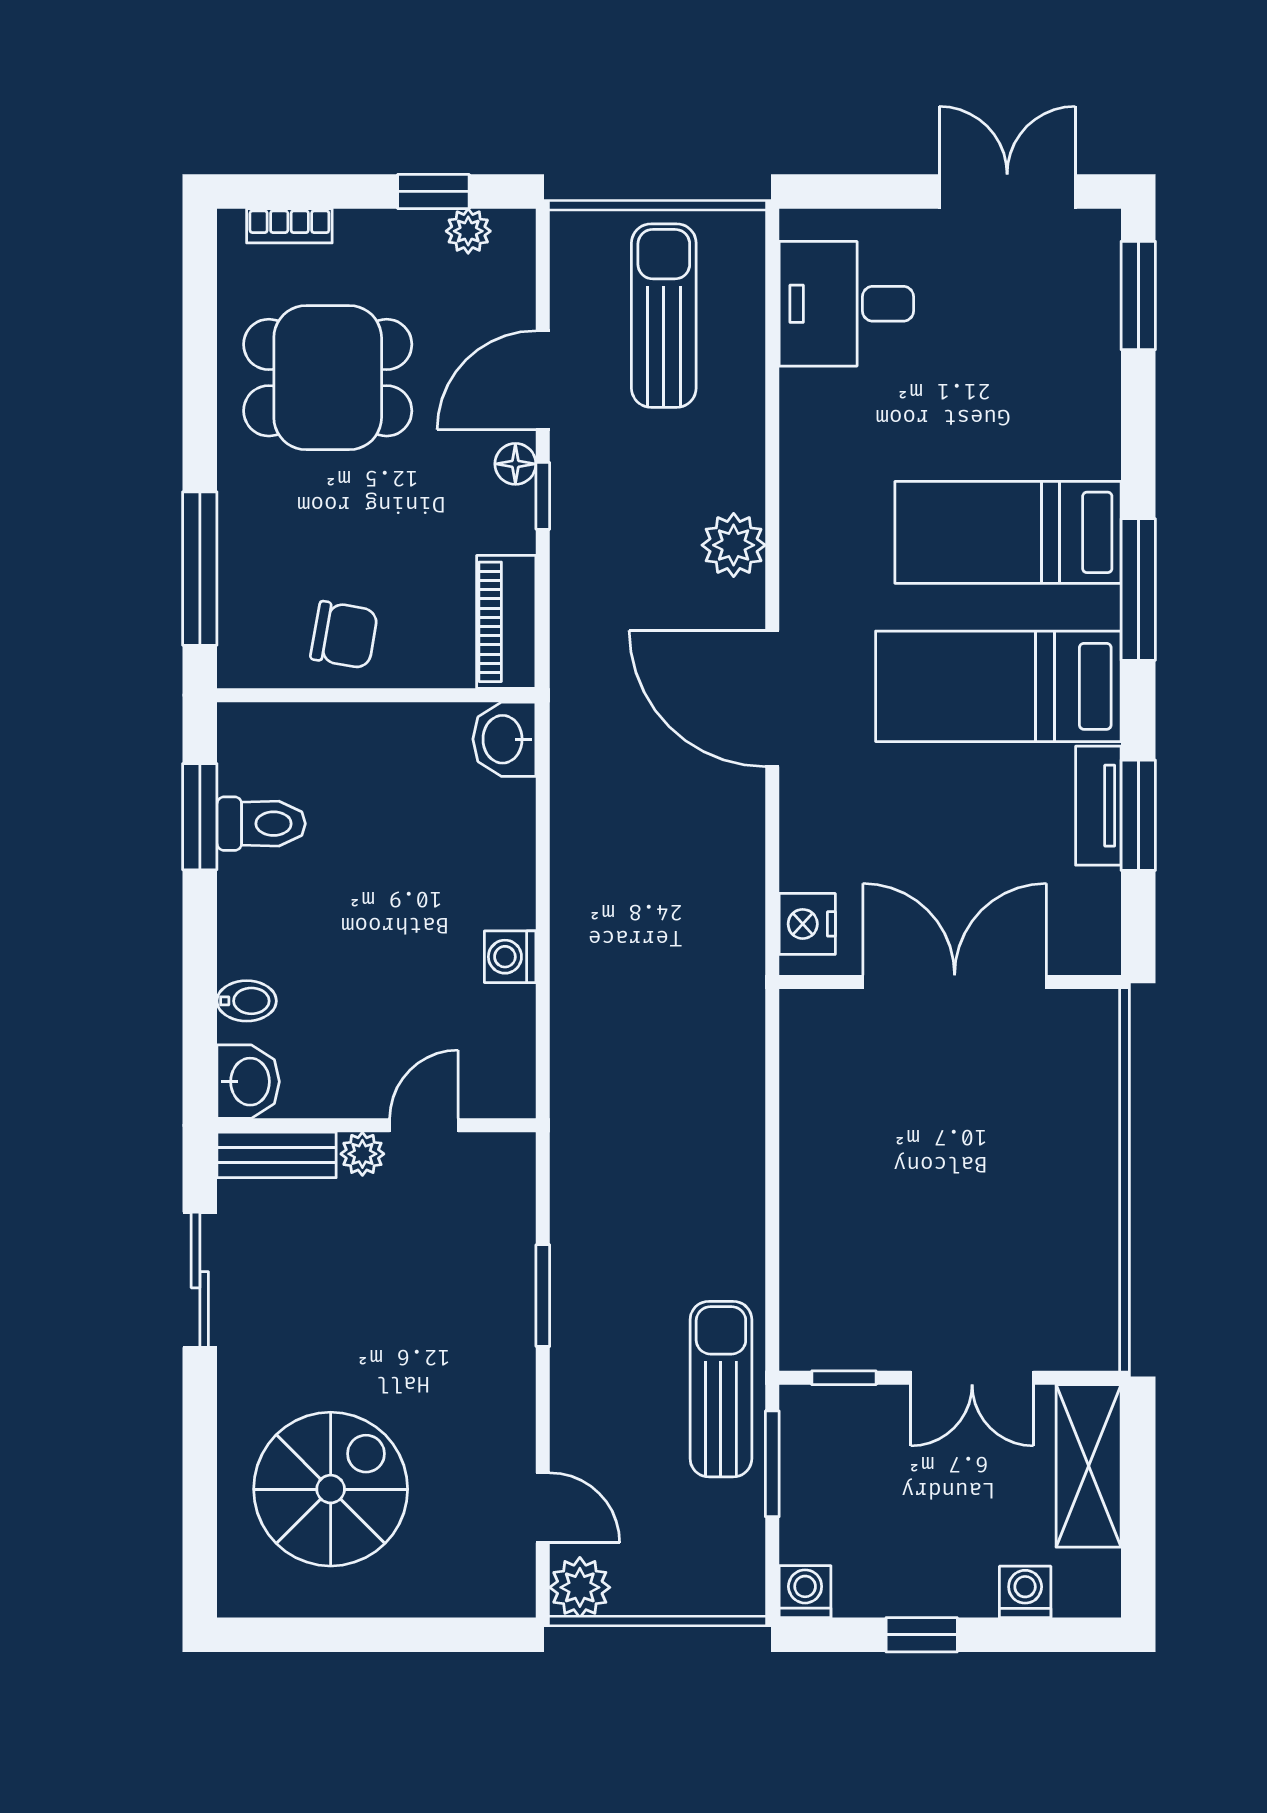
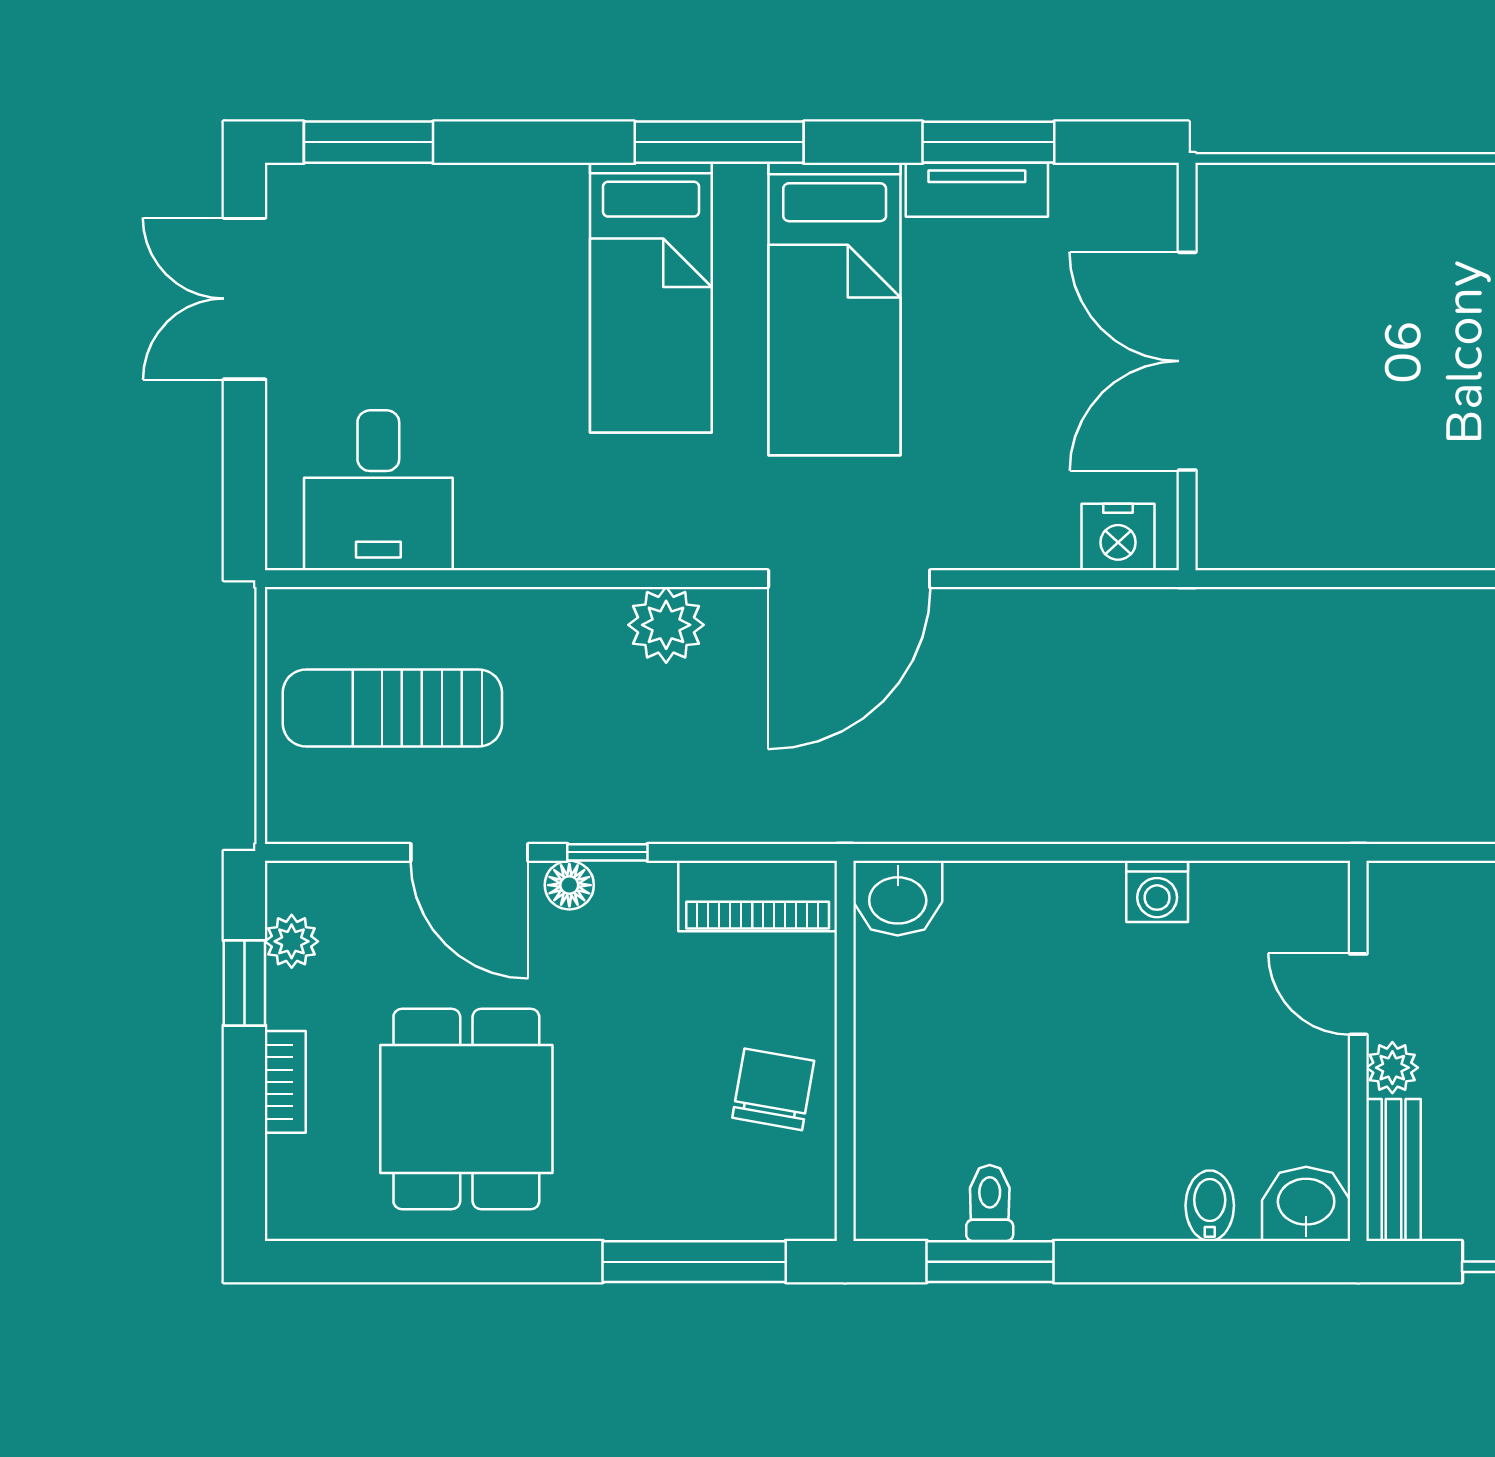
bookcase: (289, 226) -> (285, 1082), moved
toilet: (261, 824) -> (990, 1203), width x0.73, depth x0.72

